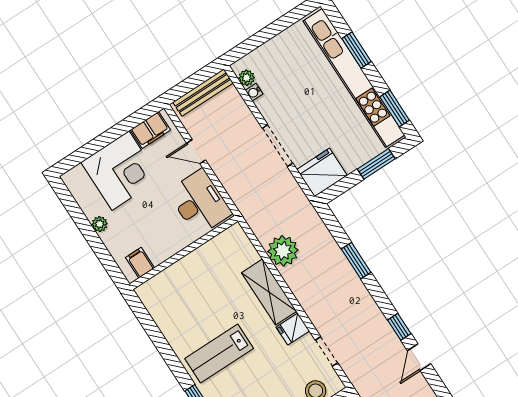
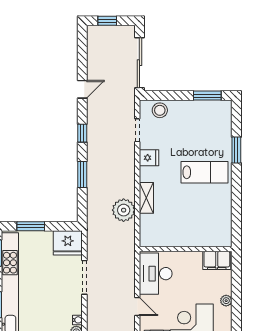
filing cabinet: (140, 263) -> (217, 260), width x2.00
shelving: (269, 292) -> (146, 198), width x0.67, depth x0.75
window: (399, 327) -> (82, 133), moved

